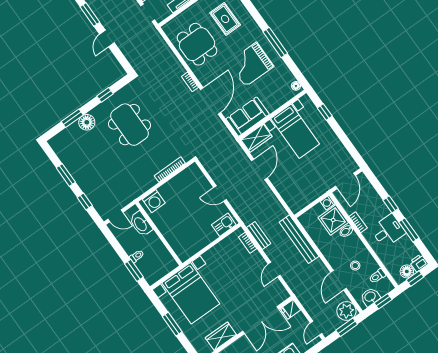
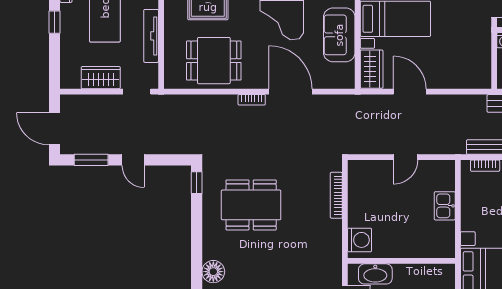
window: (105, 95) -> (197, 183), moved
sofa: (248, 117) -> (339, 35), moved
window: (72, 118) -> (197, 266), removed
floor lamp: (87, 122) -> (213, 272), moved
kitchen sink: (224, 225) -> (445, 206), moved

